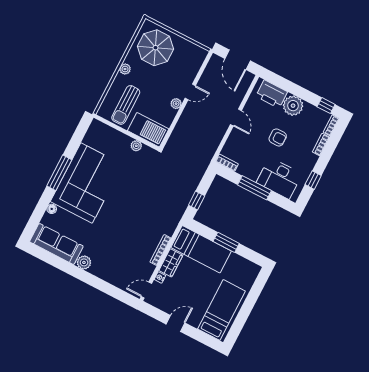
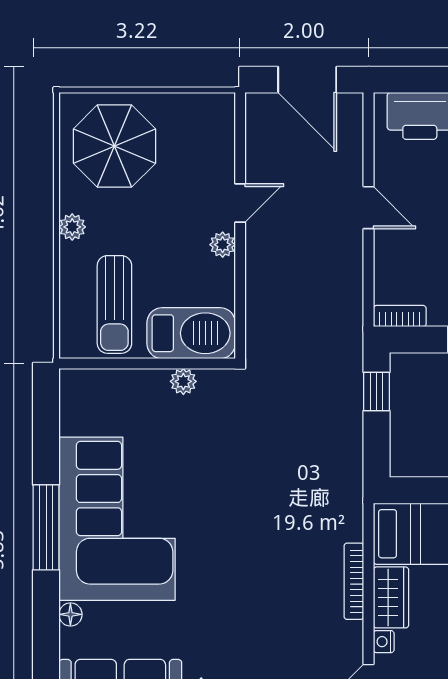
window: (197, 200) -> (376, 391), moved

